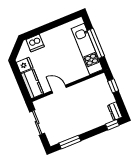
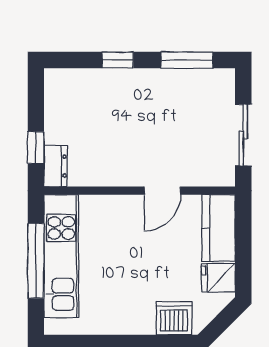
door: (59, 89) -> (162, 191), hinge flipped
dresser: (115, 111) -> (56, 166), moved
window: (112, 125) -> (118, 60), moved

